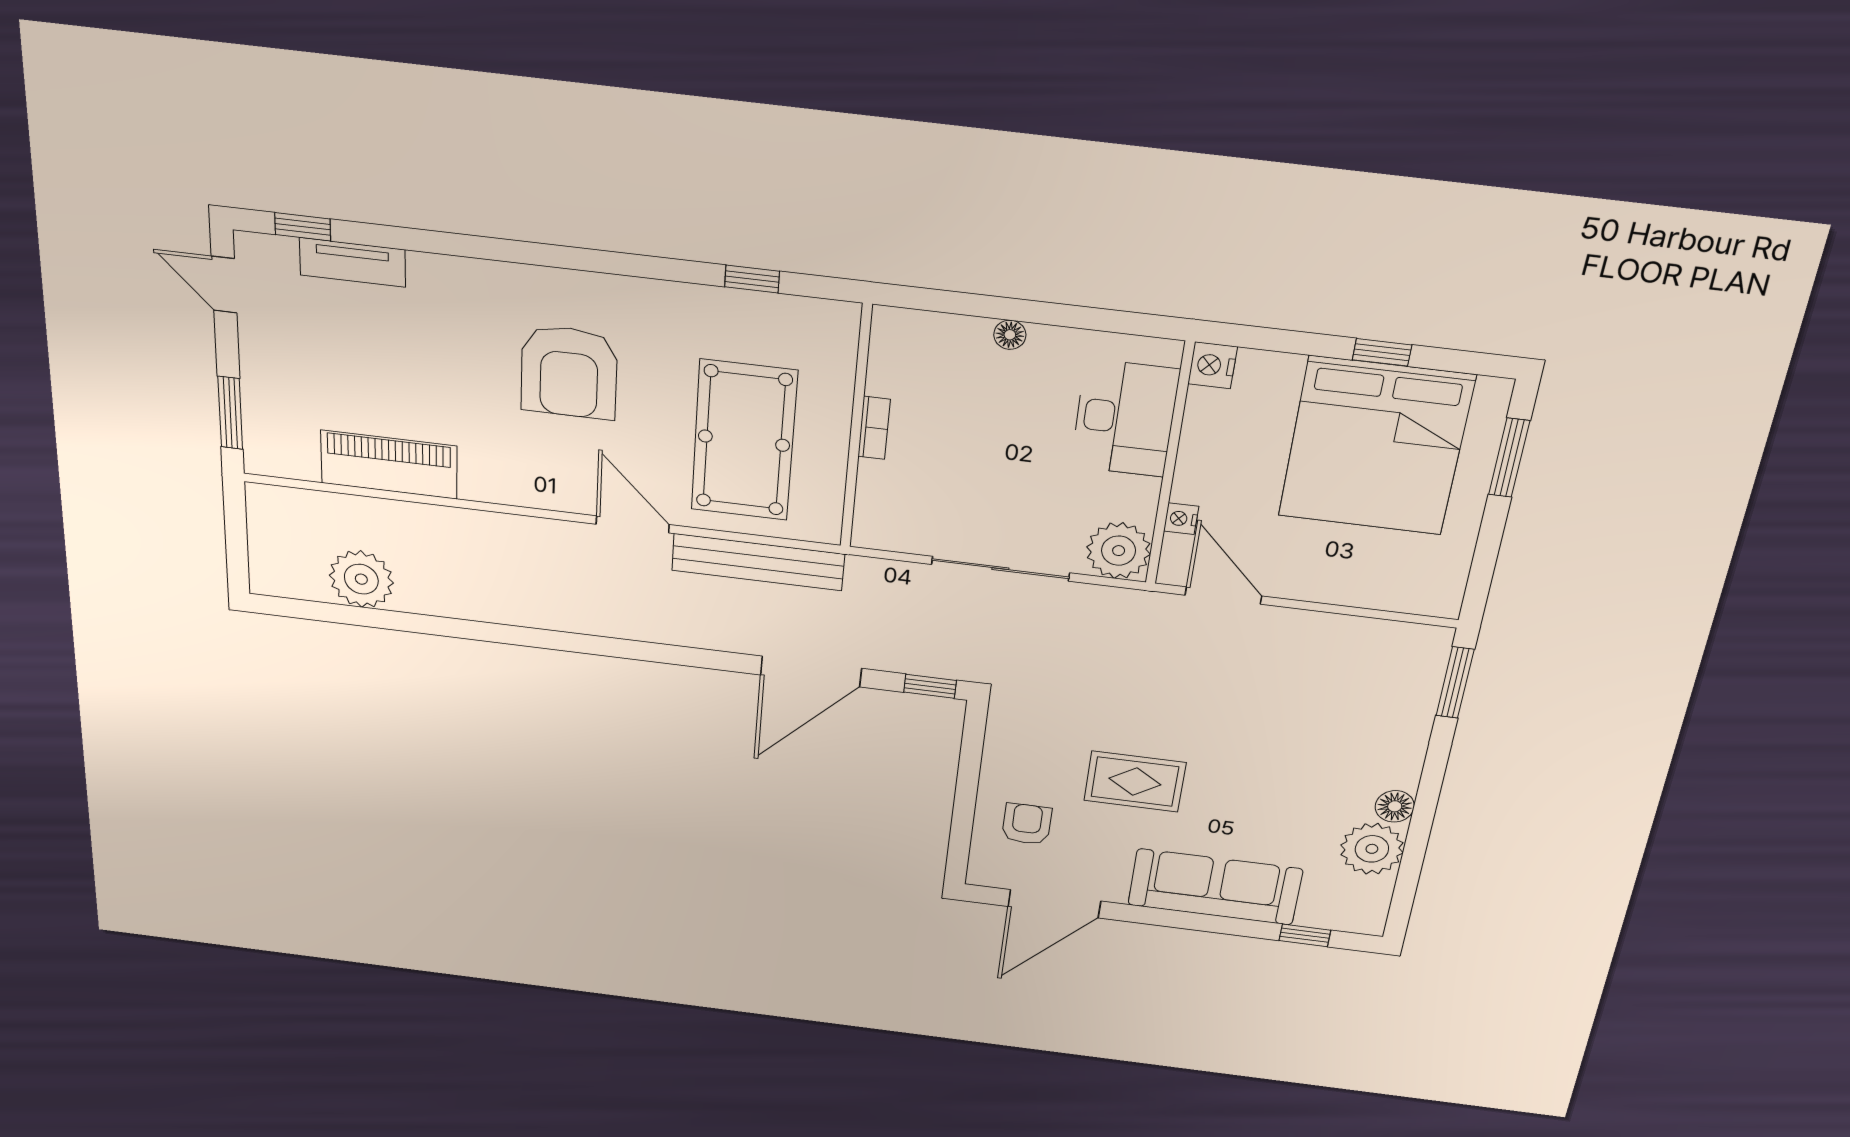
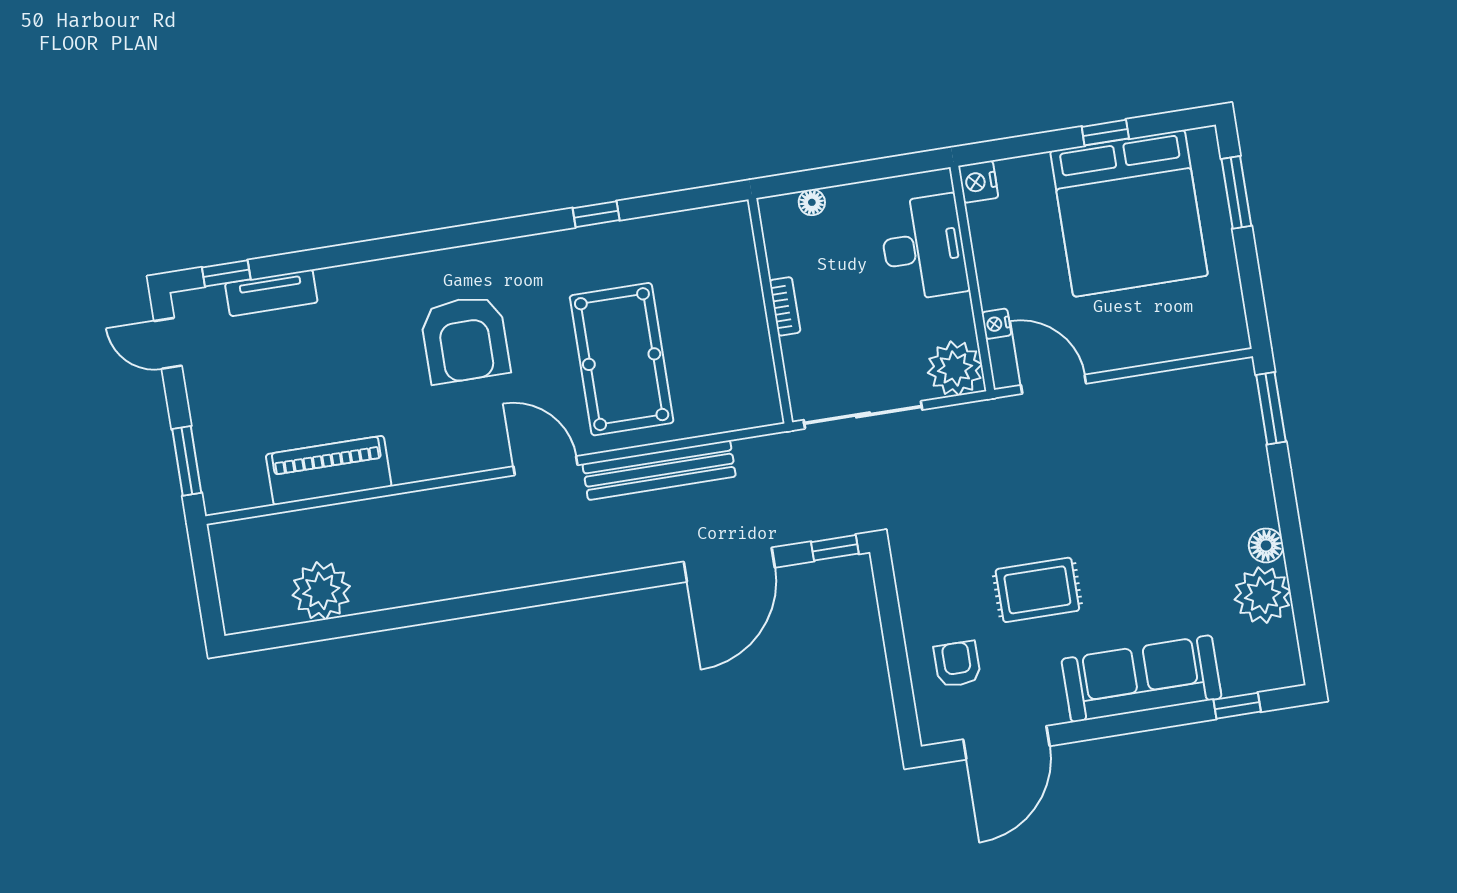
wall: (856, 428) -> (770, 311), moved
bookcase: (874, 428) -> (785, 306), moved

